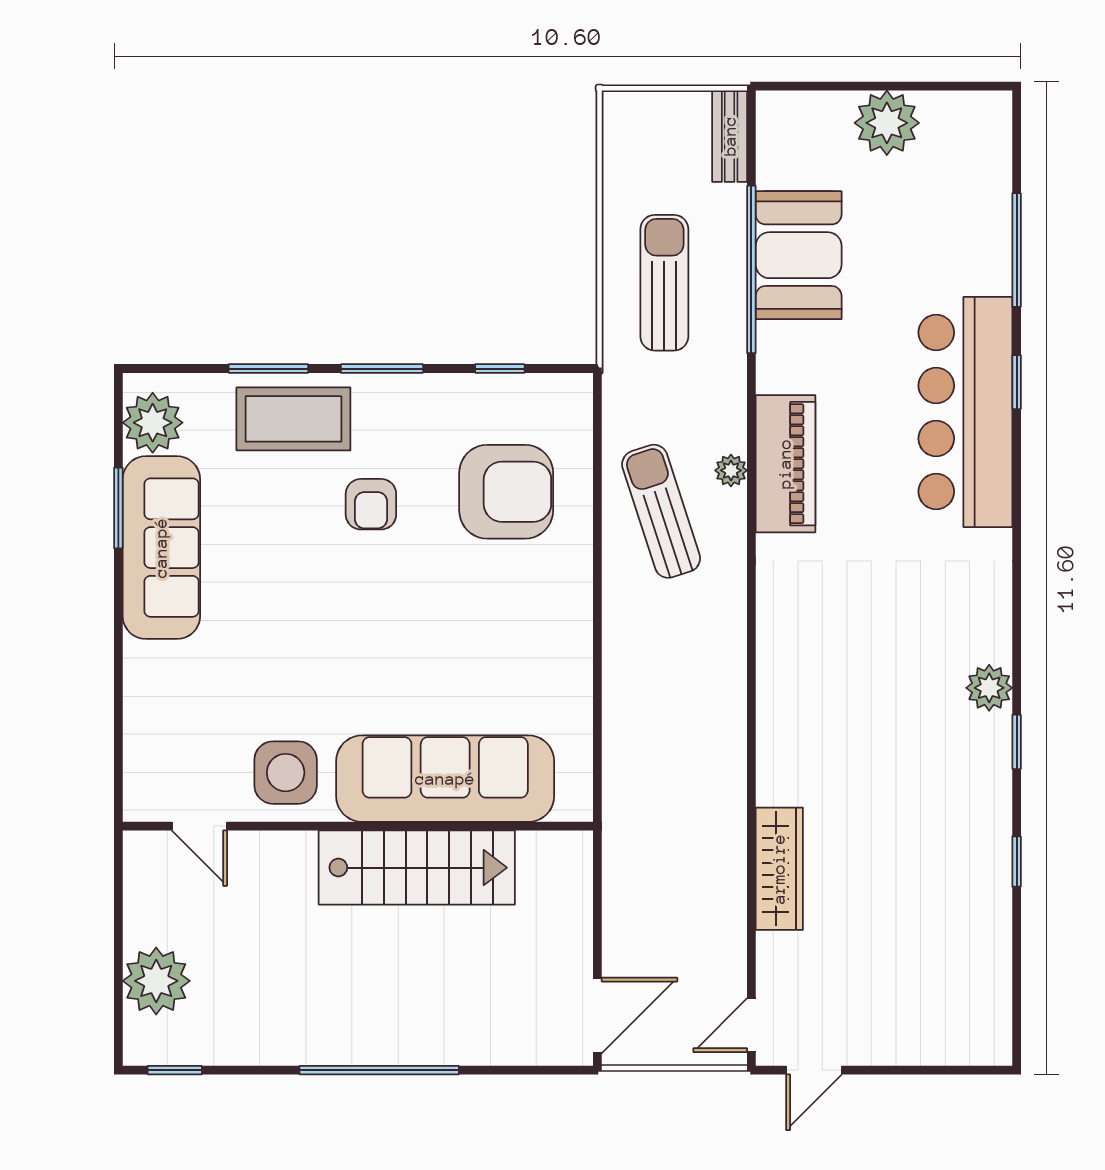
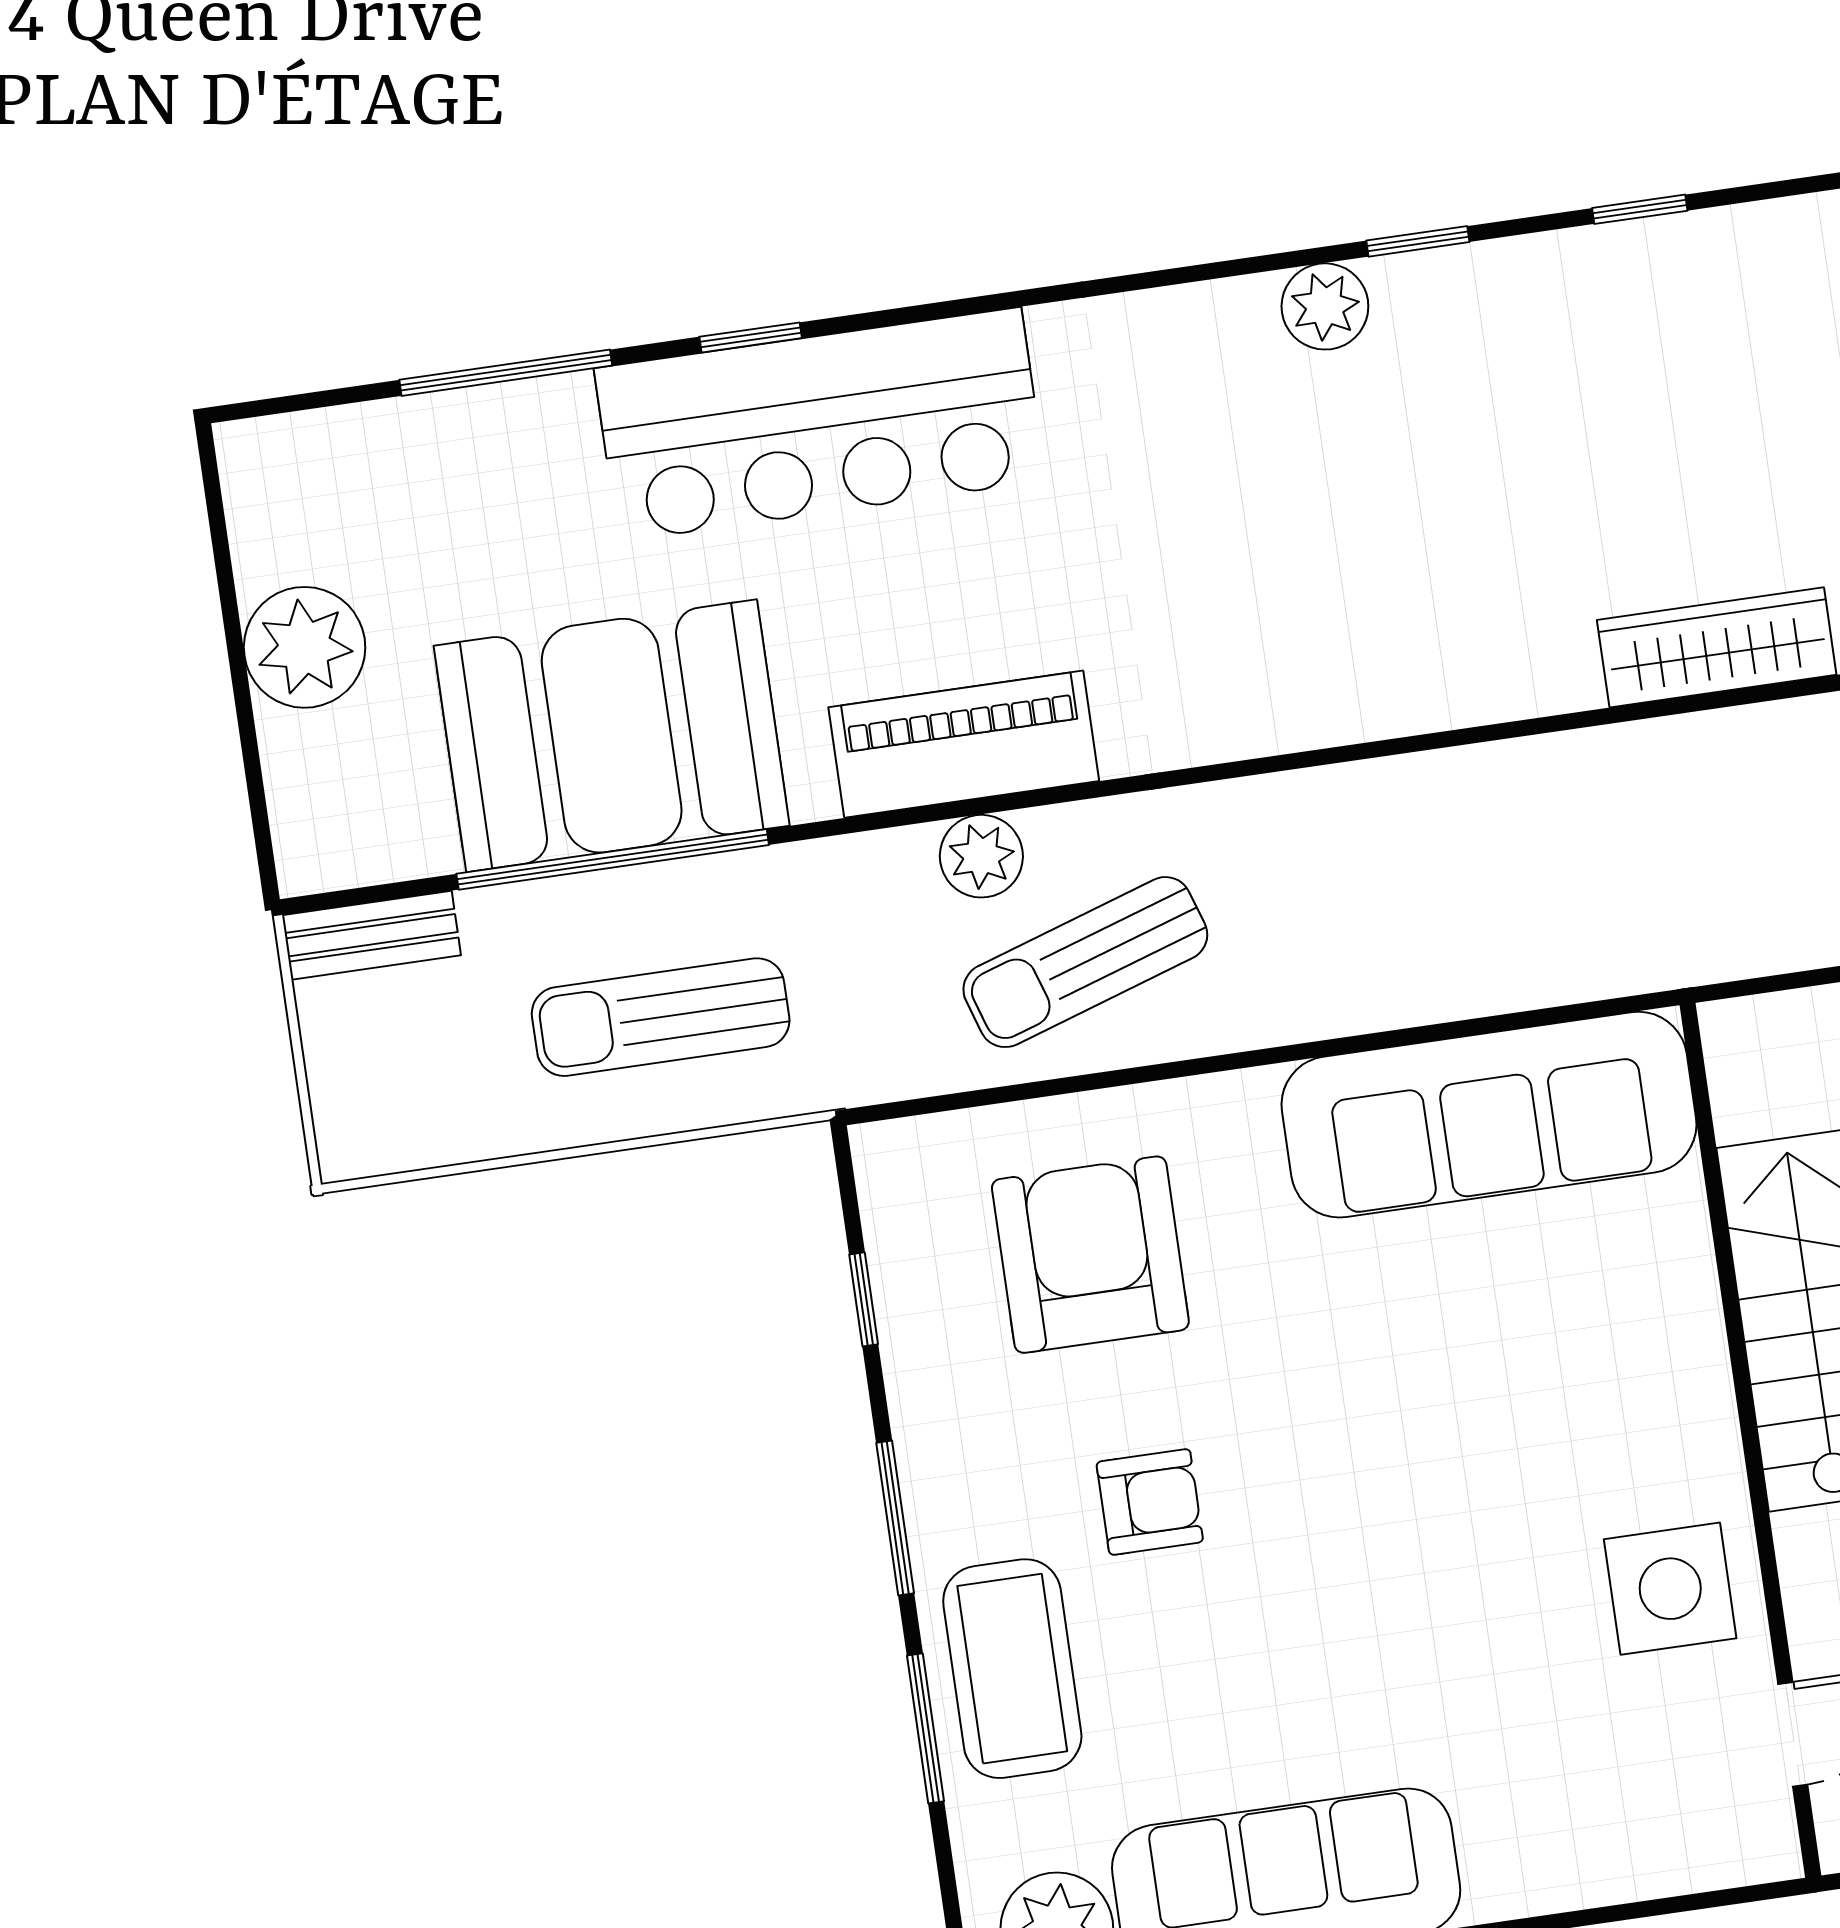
booth: (799, 255) -> (612, 736), width x1.36, depth x1.42
plant: (731, 470) -> (981, 856), width x1.38, depth x1.38
sofa: (445, 779) -> (1489, 1115), moved, turned -90

